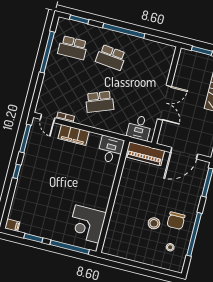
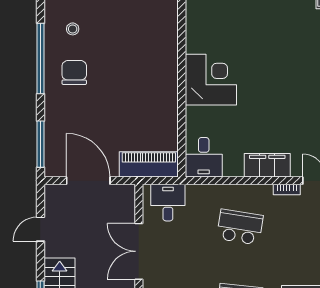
school desk: (100, 102) -> (240, 227), turned 30
door: (184, 153) -> (88, 181), hinge flipped
stool: (154, 223) -> (107, 60), removed
corner desk: (87, 224) -> (211, 80), moved

